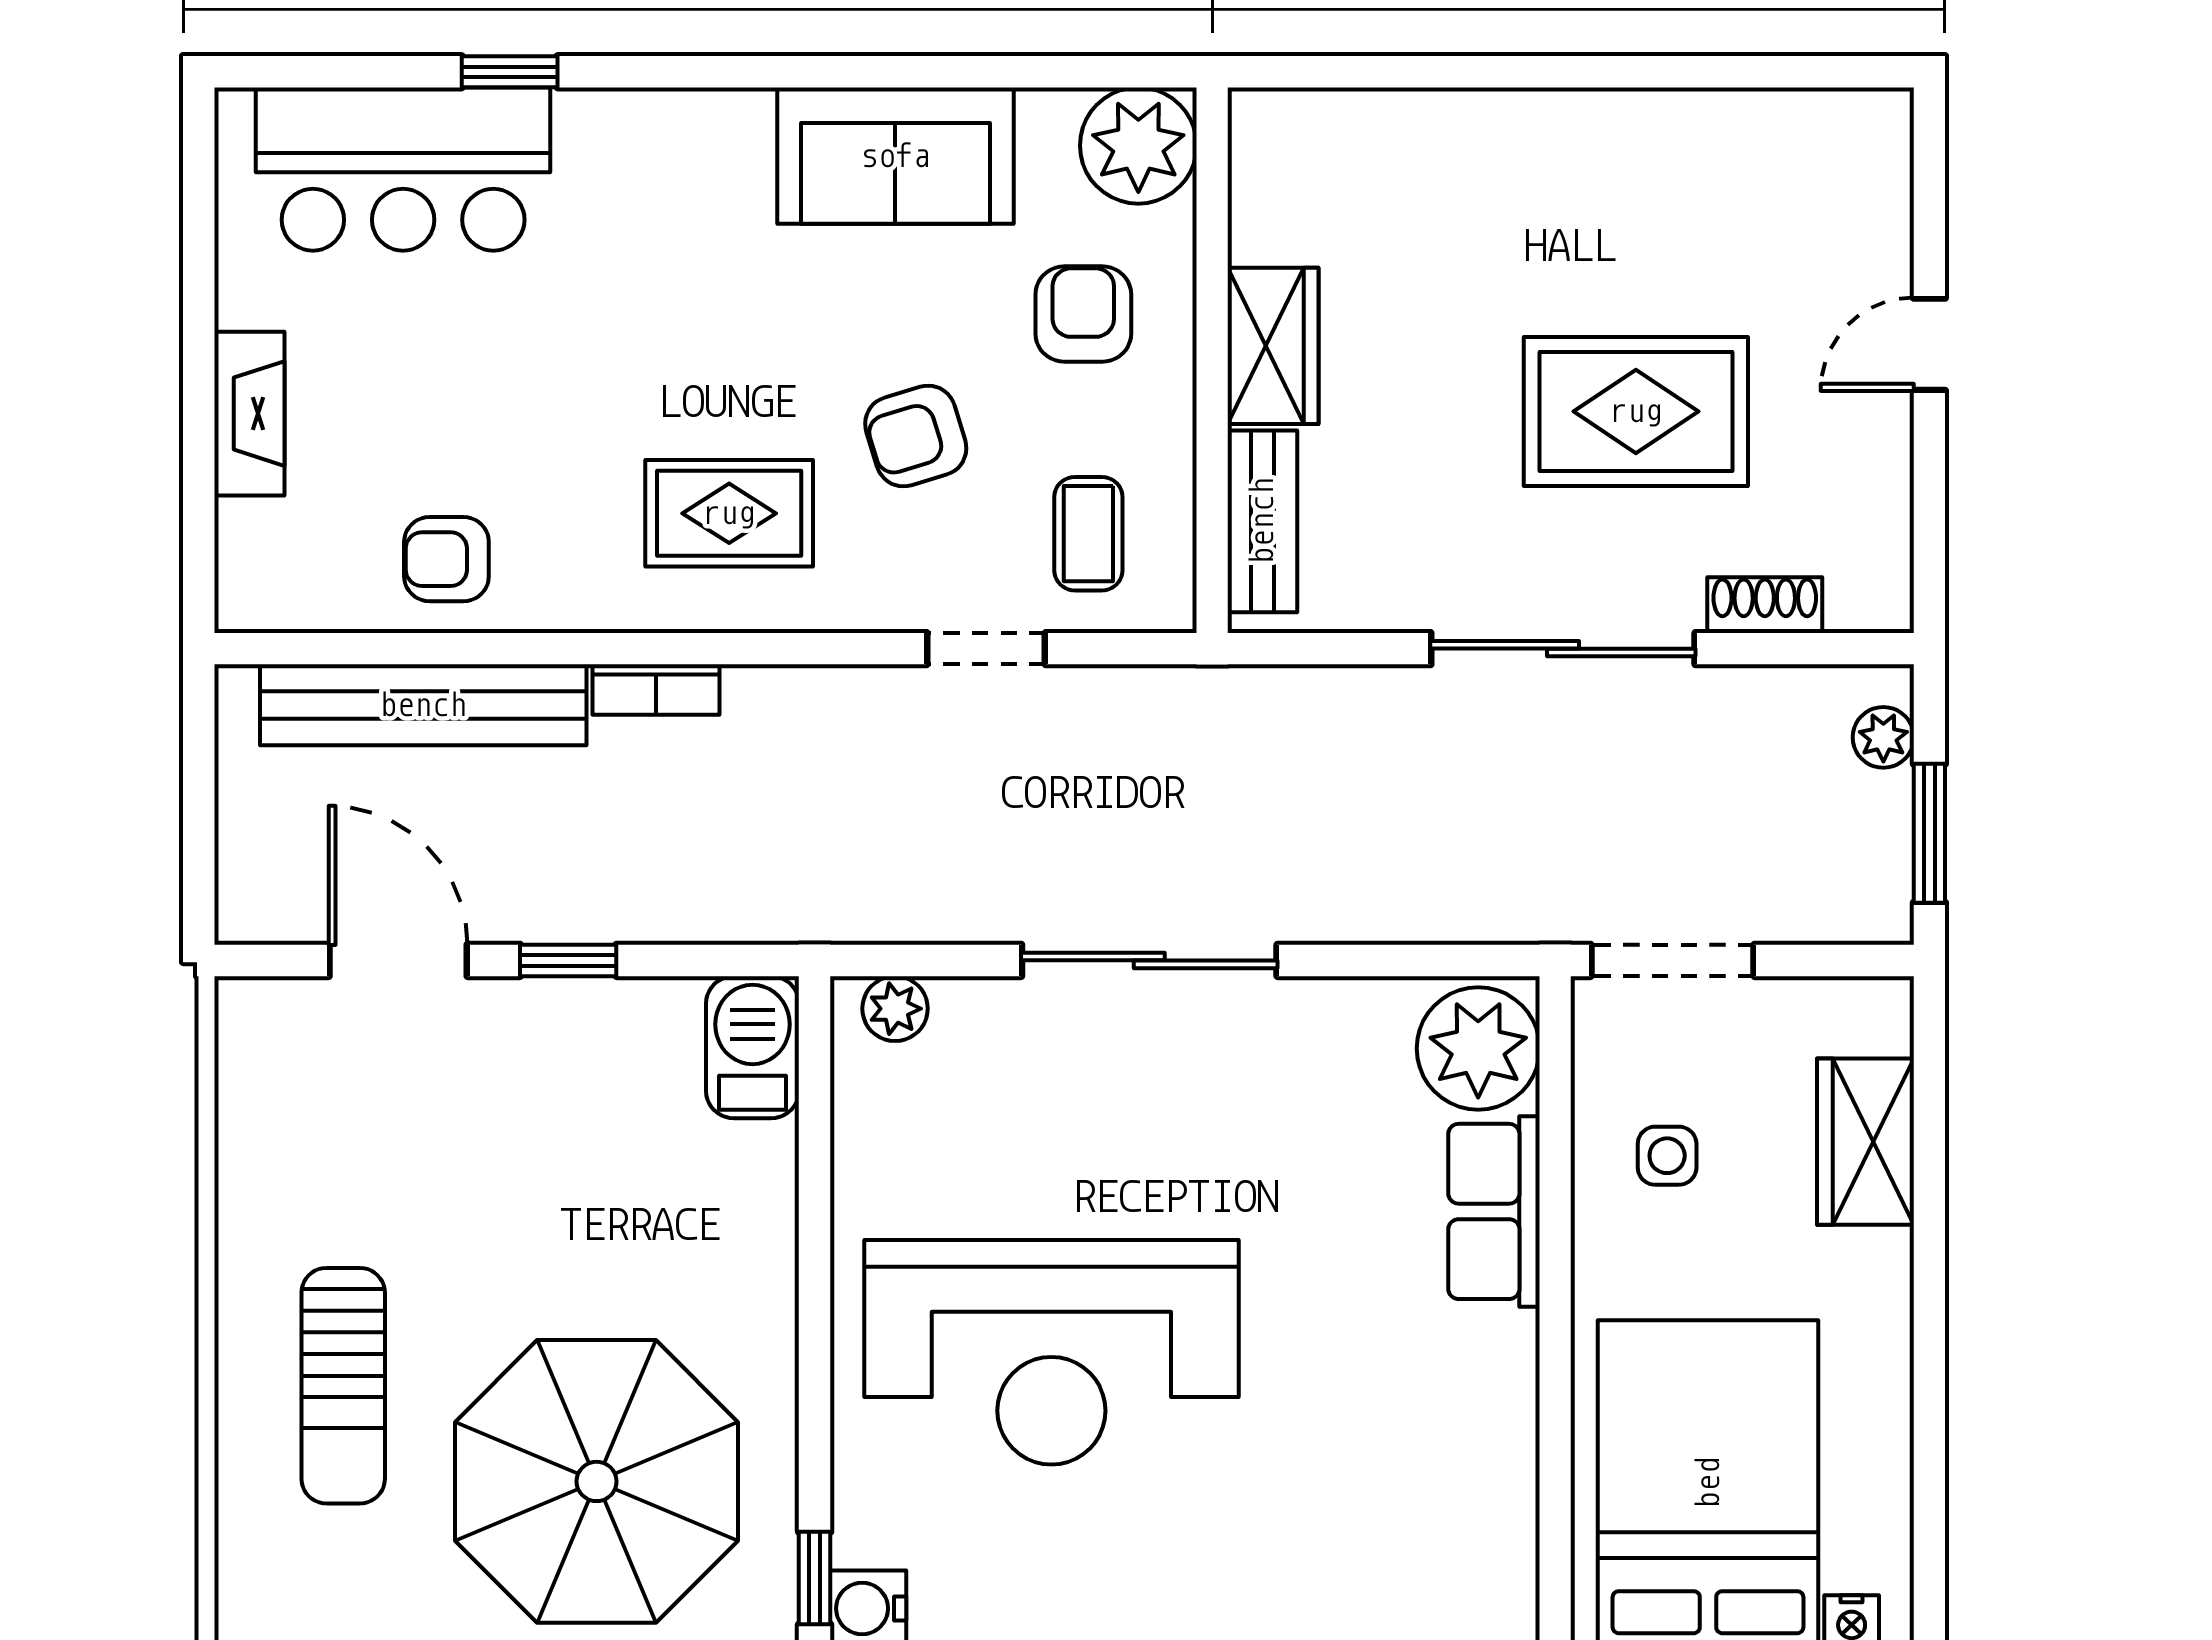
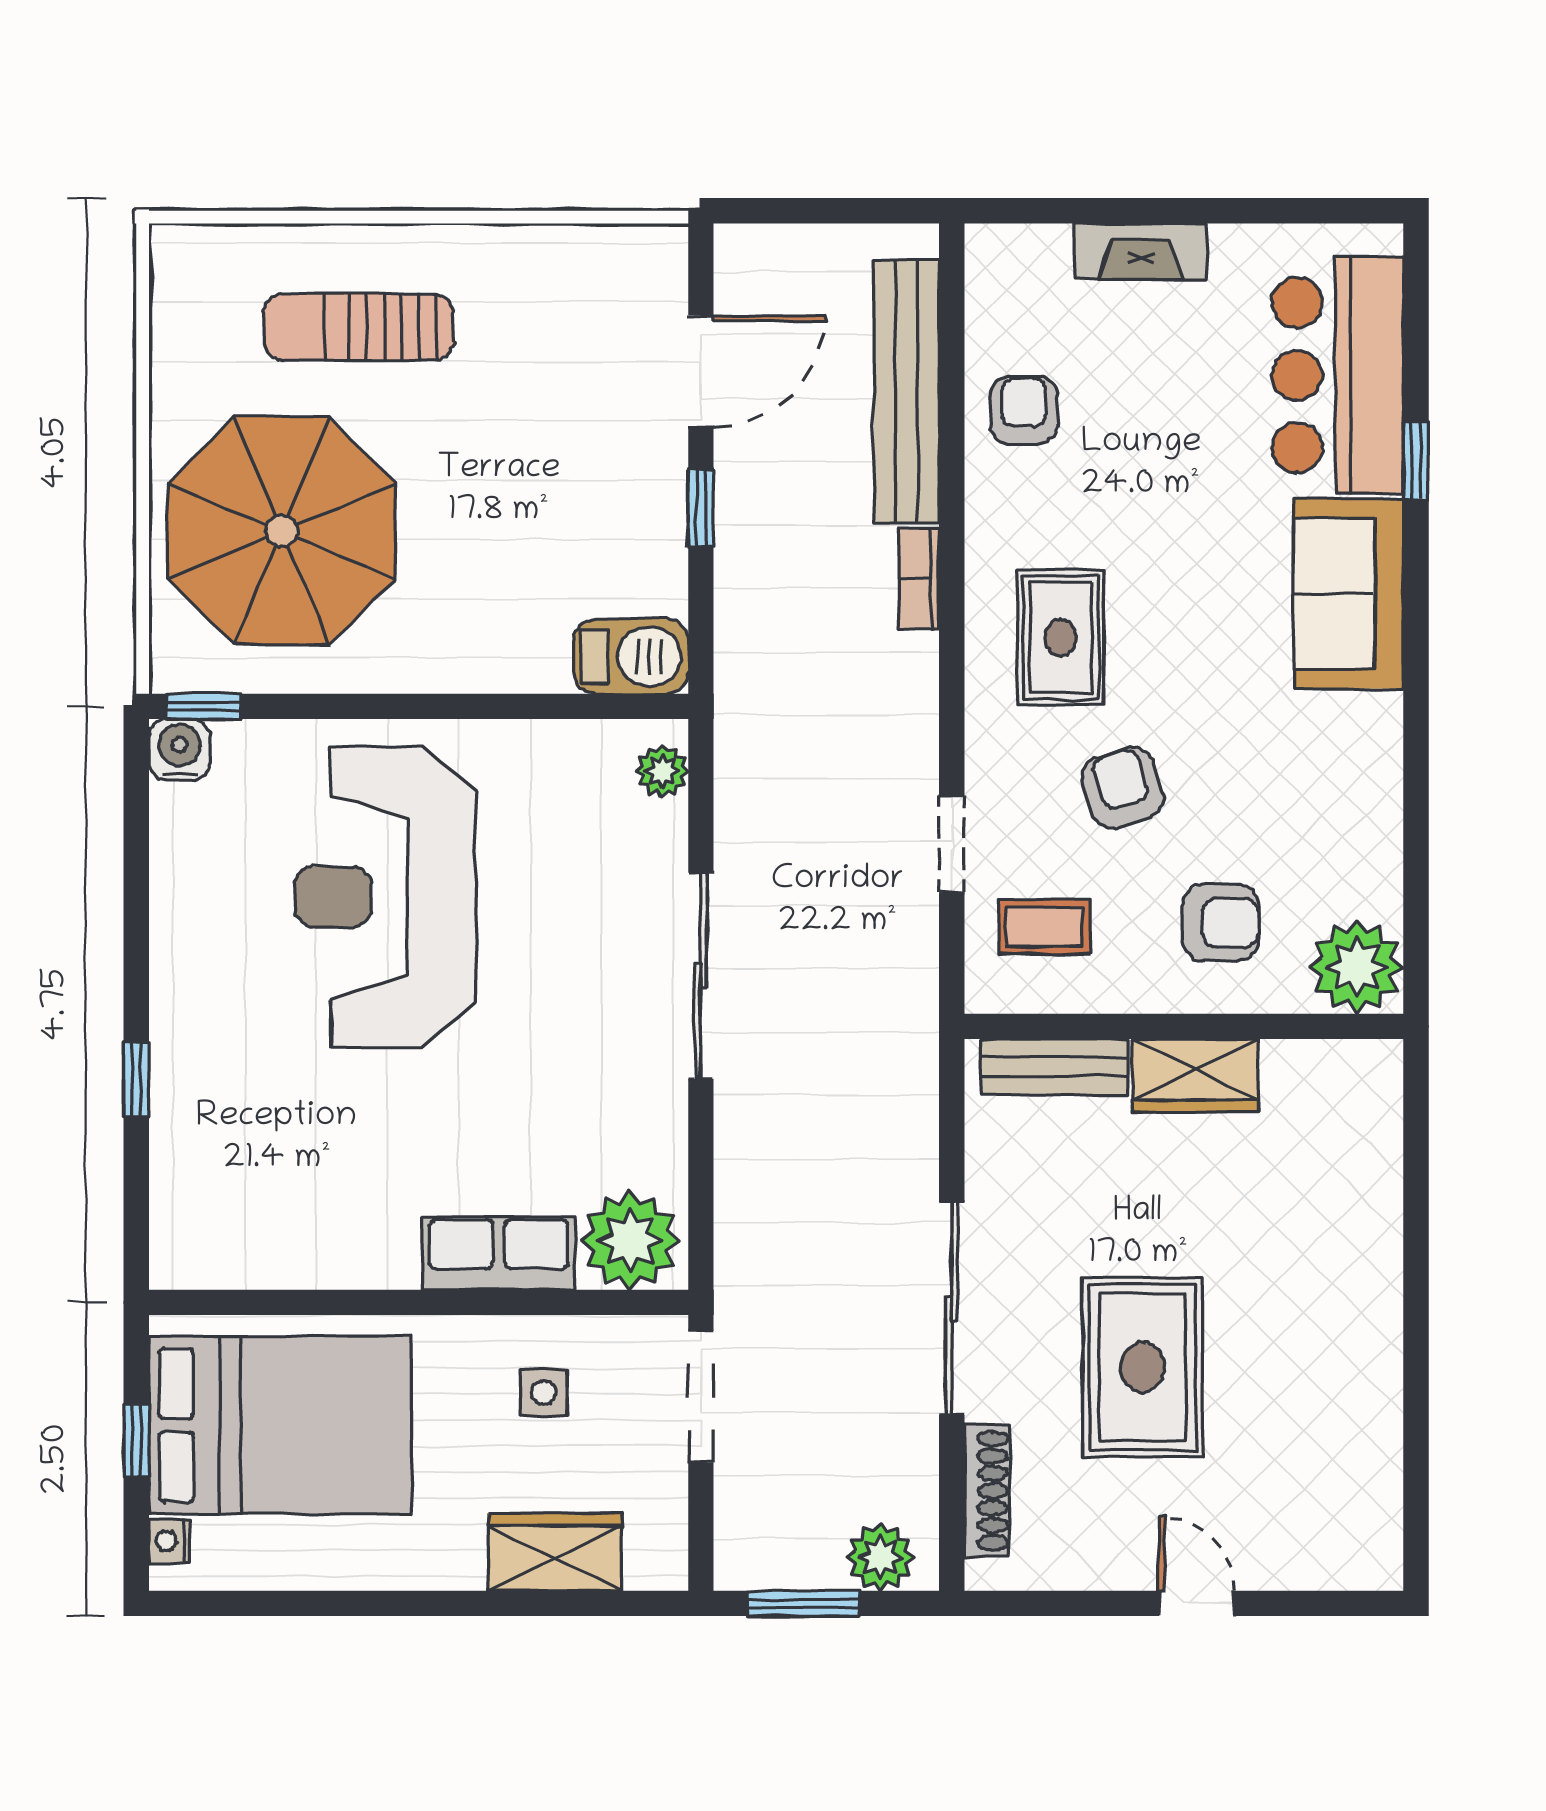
sofa: (895, 156) -> (1348, 594), moved
shoe rack: (1765, 605) -> (987, 1491), width x1.43
plant: (1883, 737) -> (880, 1557), width x1.38, depth x1.38

